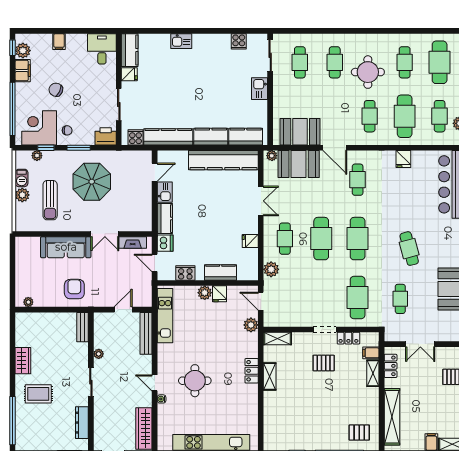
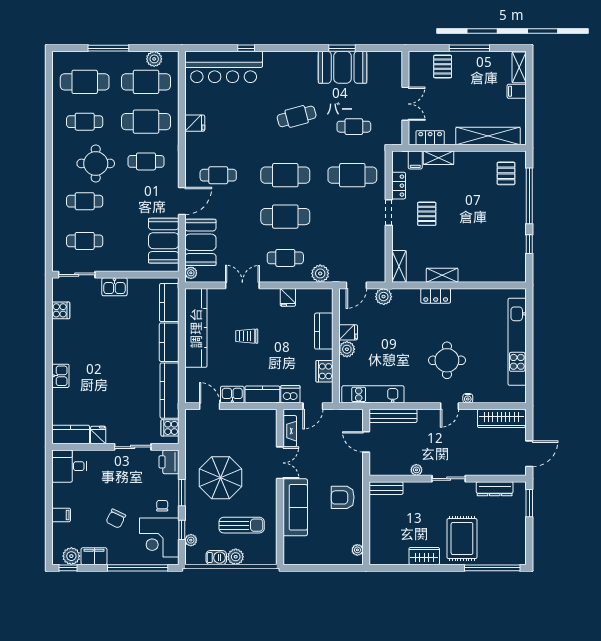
cafe table: (440, 116) -> (146, 82), width x1.37, depth x1.35
trolley: (216, 205) -> (247, 336), added
rug: (38, 394) -> (462, 539), width x1.36, depth x1.43

